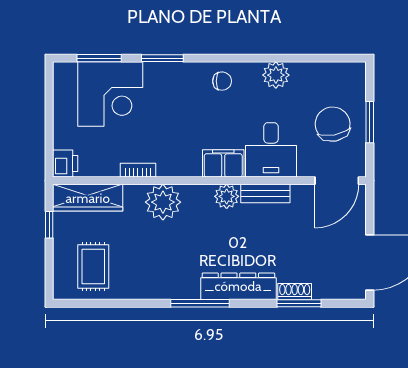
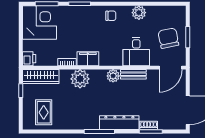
corner desk: (110, 94) -> (39, 23), moved, turned -90
filing cabinet: (223, 163) -> (88, 59), moved

